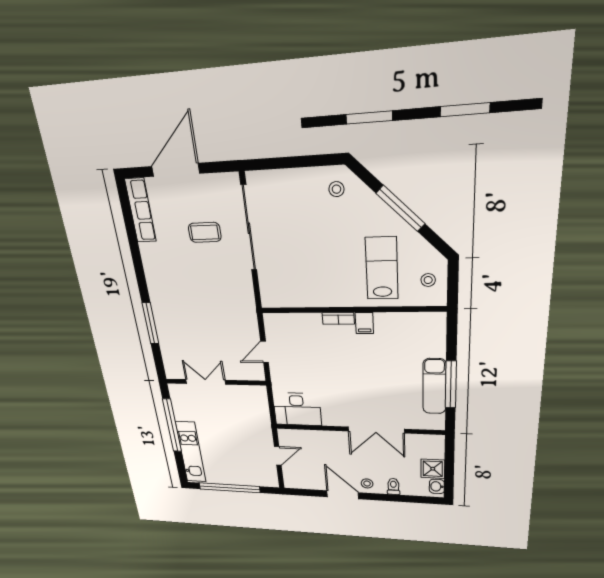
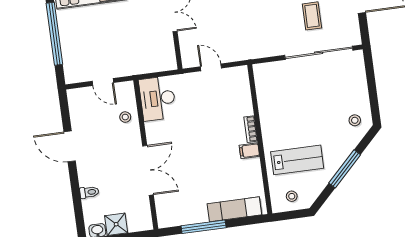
exam couch: (434, 386) -> (234, 209), moved
double door: (376, 430) -> (148, 170), swing flipped
stool: (367, 483) -> (125, 117), moved
door: (343, 495) -> (70, 146), swing flipped

